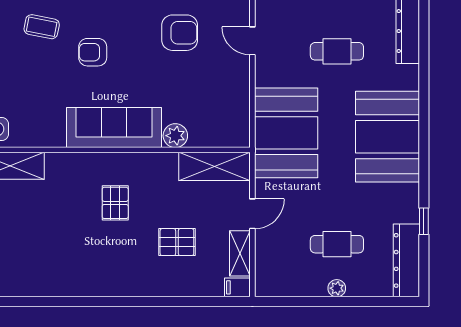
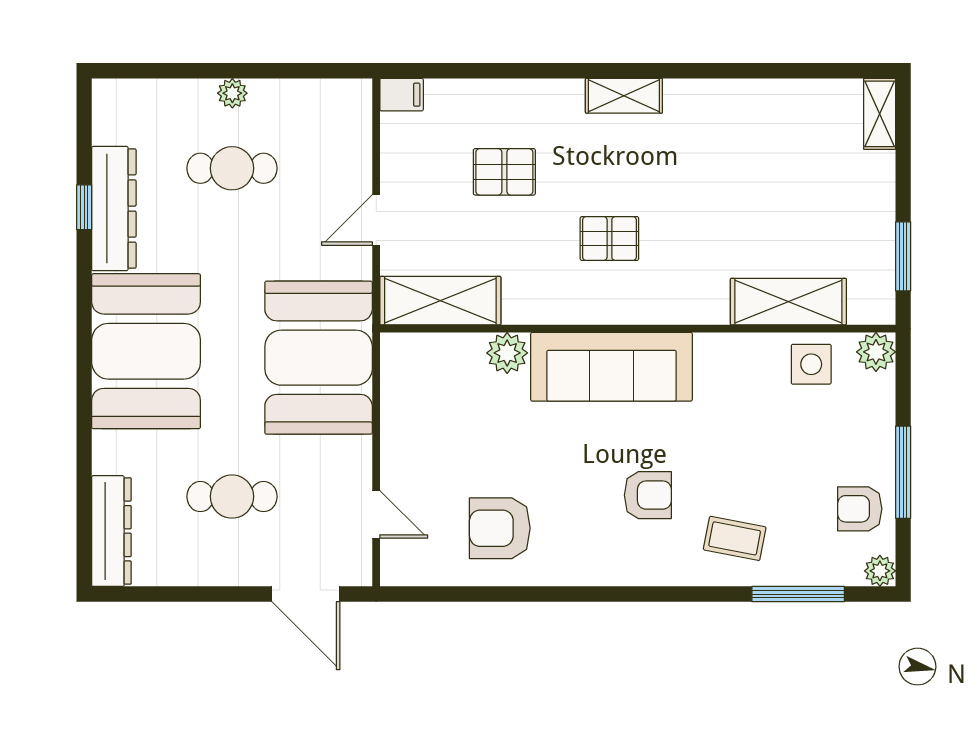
pallet: (115, 203) -> (609, 238), turned 90
shelving: (240, 253) -> (624, 96), moved, turned 90
dresser: (406, 260) -> (114, 209), moved

